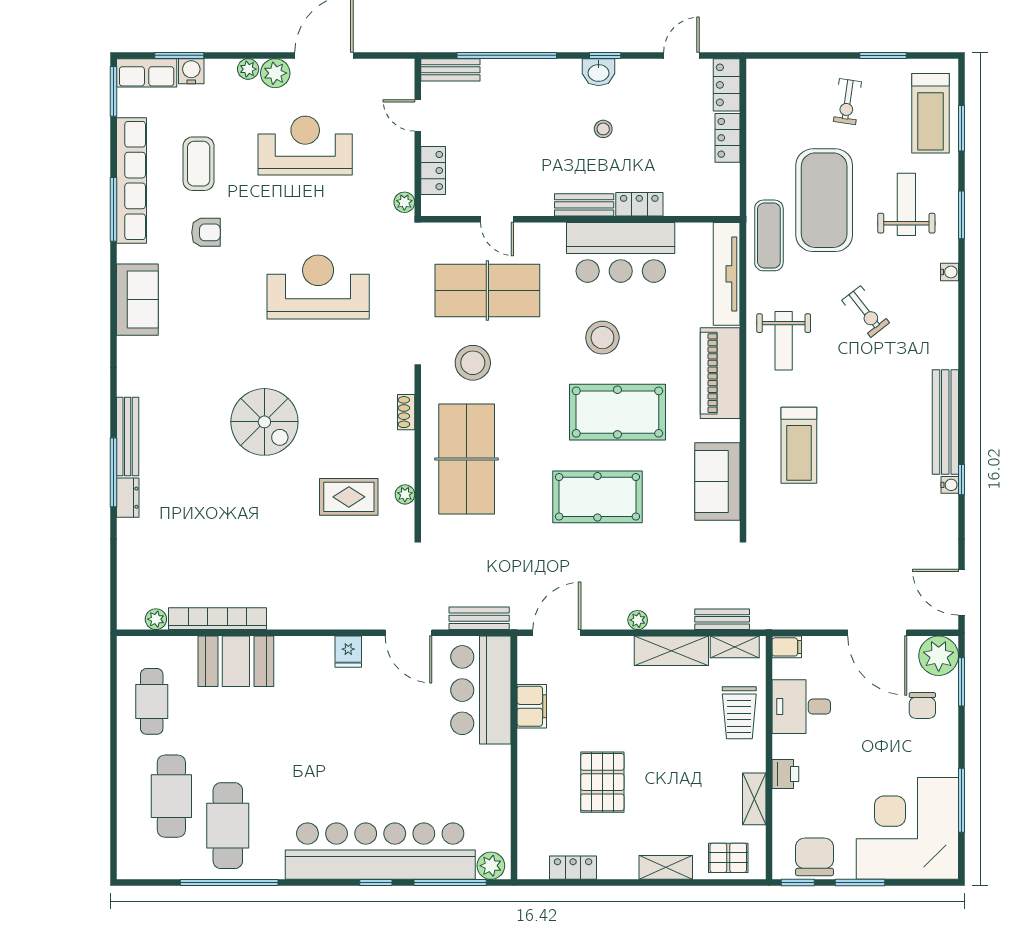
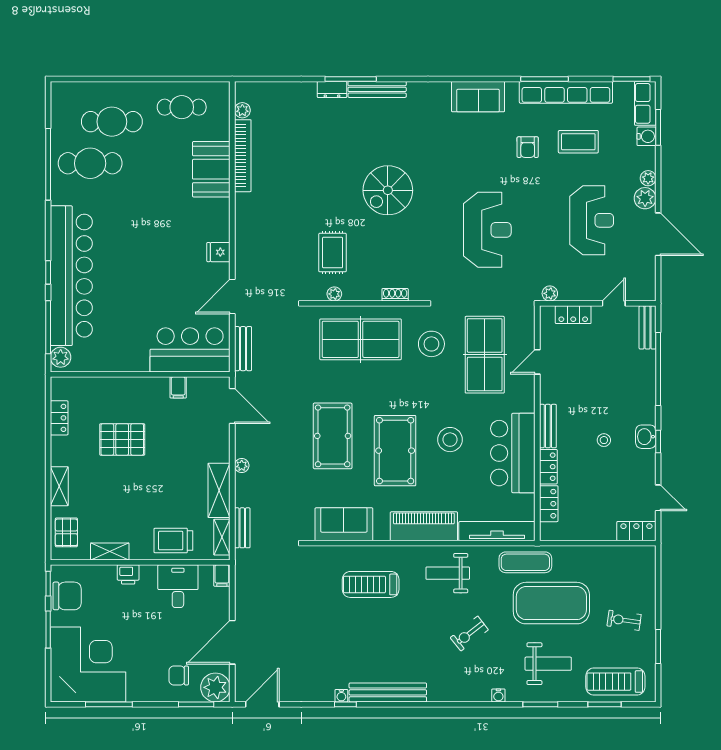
locker: (727, 138) -> (549, 504), moved, turned 90
filing cabinet: (532, 706) -> (178, 387), width x0.50

